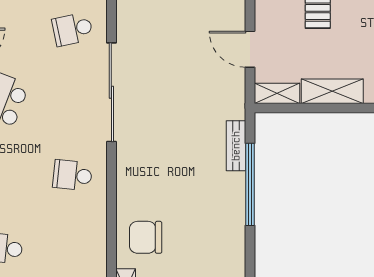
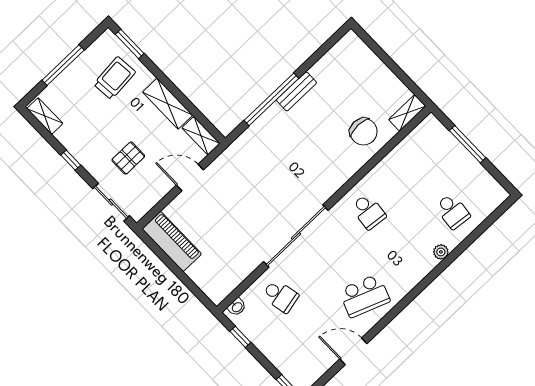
door: (250, 49) -> (190, 177), swing flipped
bench: (236, 146) -> (297, 91), moved

